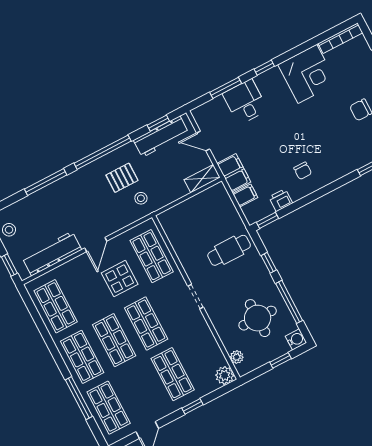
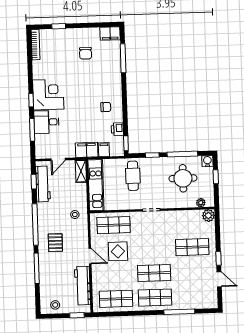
corner desk: (307, 74) -> (48, 95), moved
pallet: (122, 178) -> (55, 243), moved
kitchen unit: (193, 207) -> (96, 185), added
shop shelf: (146, 324) -> (153, 248), removed
window: (193, 406) -> (218, 258), moved
shop shelf: (109, 408) -> (194, 296), removed

